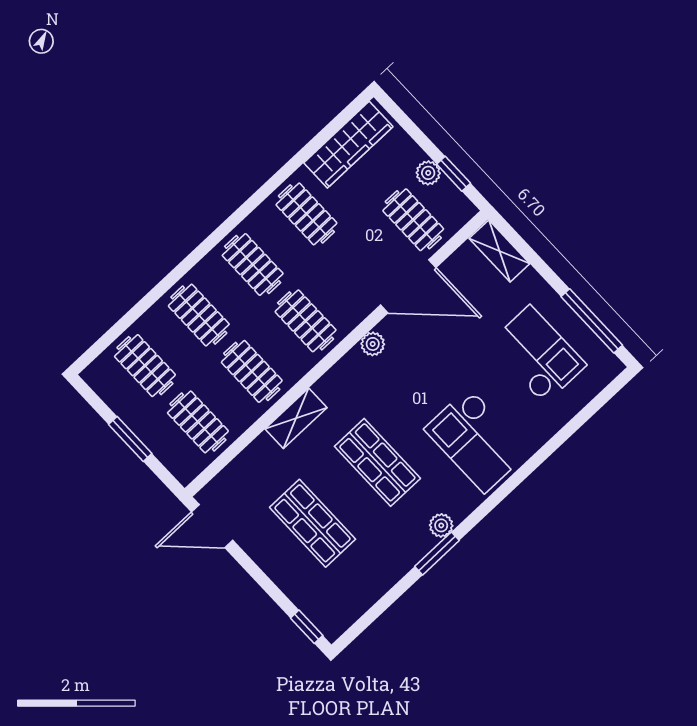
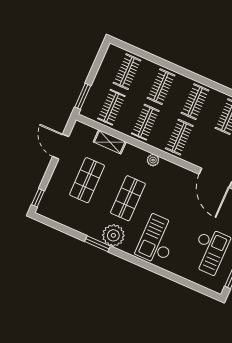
plant: (373, 344) -> (153, 160), moved
shelving: (296, 418) -> (110, 142), moved
window: (130, 439) -> (83, 96), moved
plant: (441, 525) -> (113, 235), width x1.88, depth x1.88
door: (212, 526) -> (61, 147), moved

